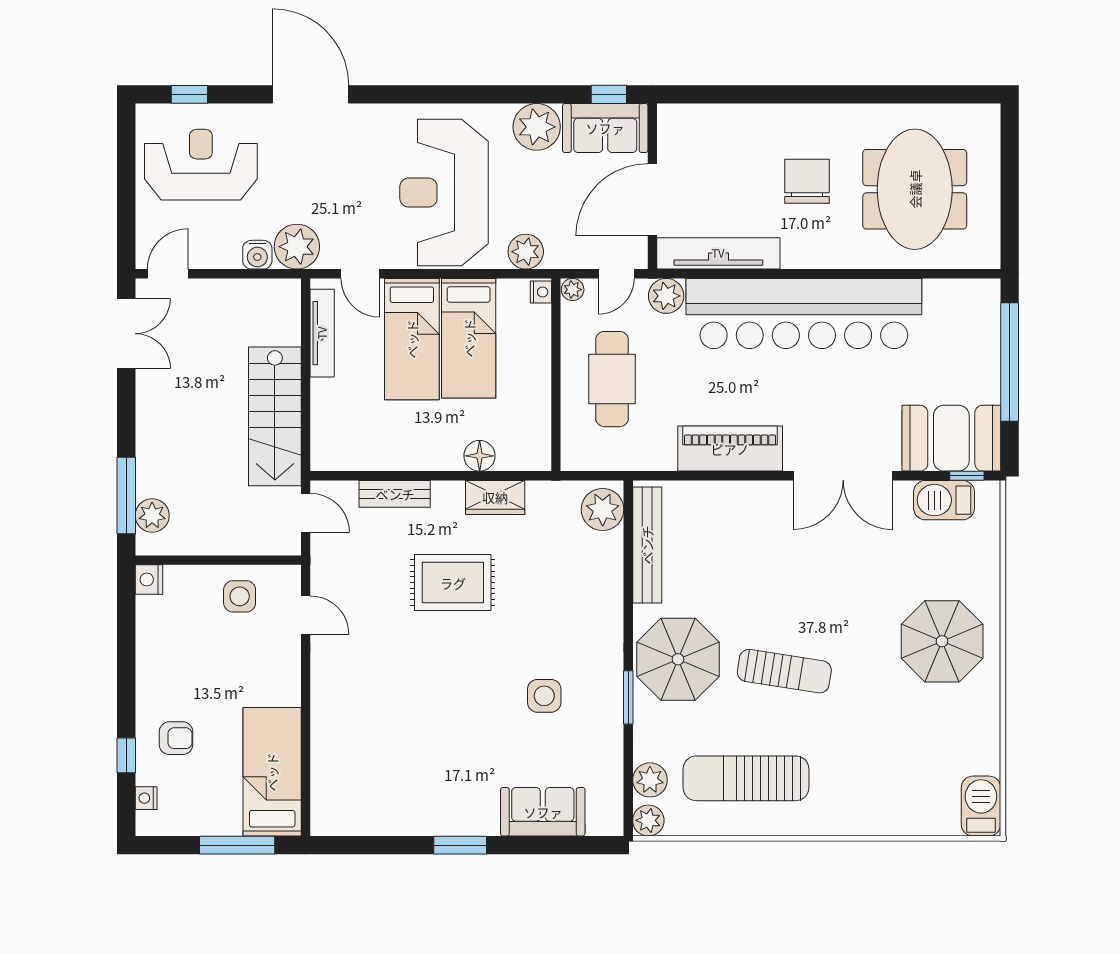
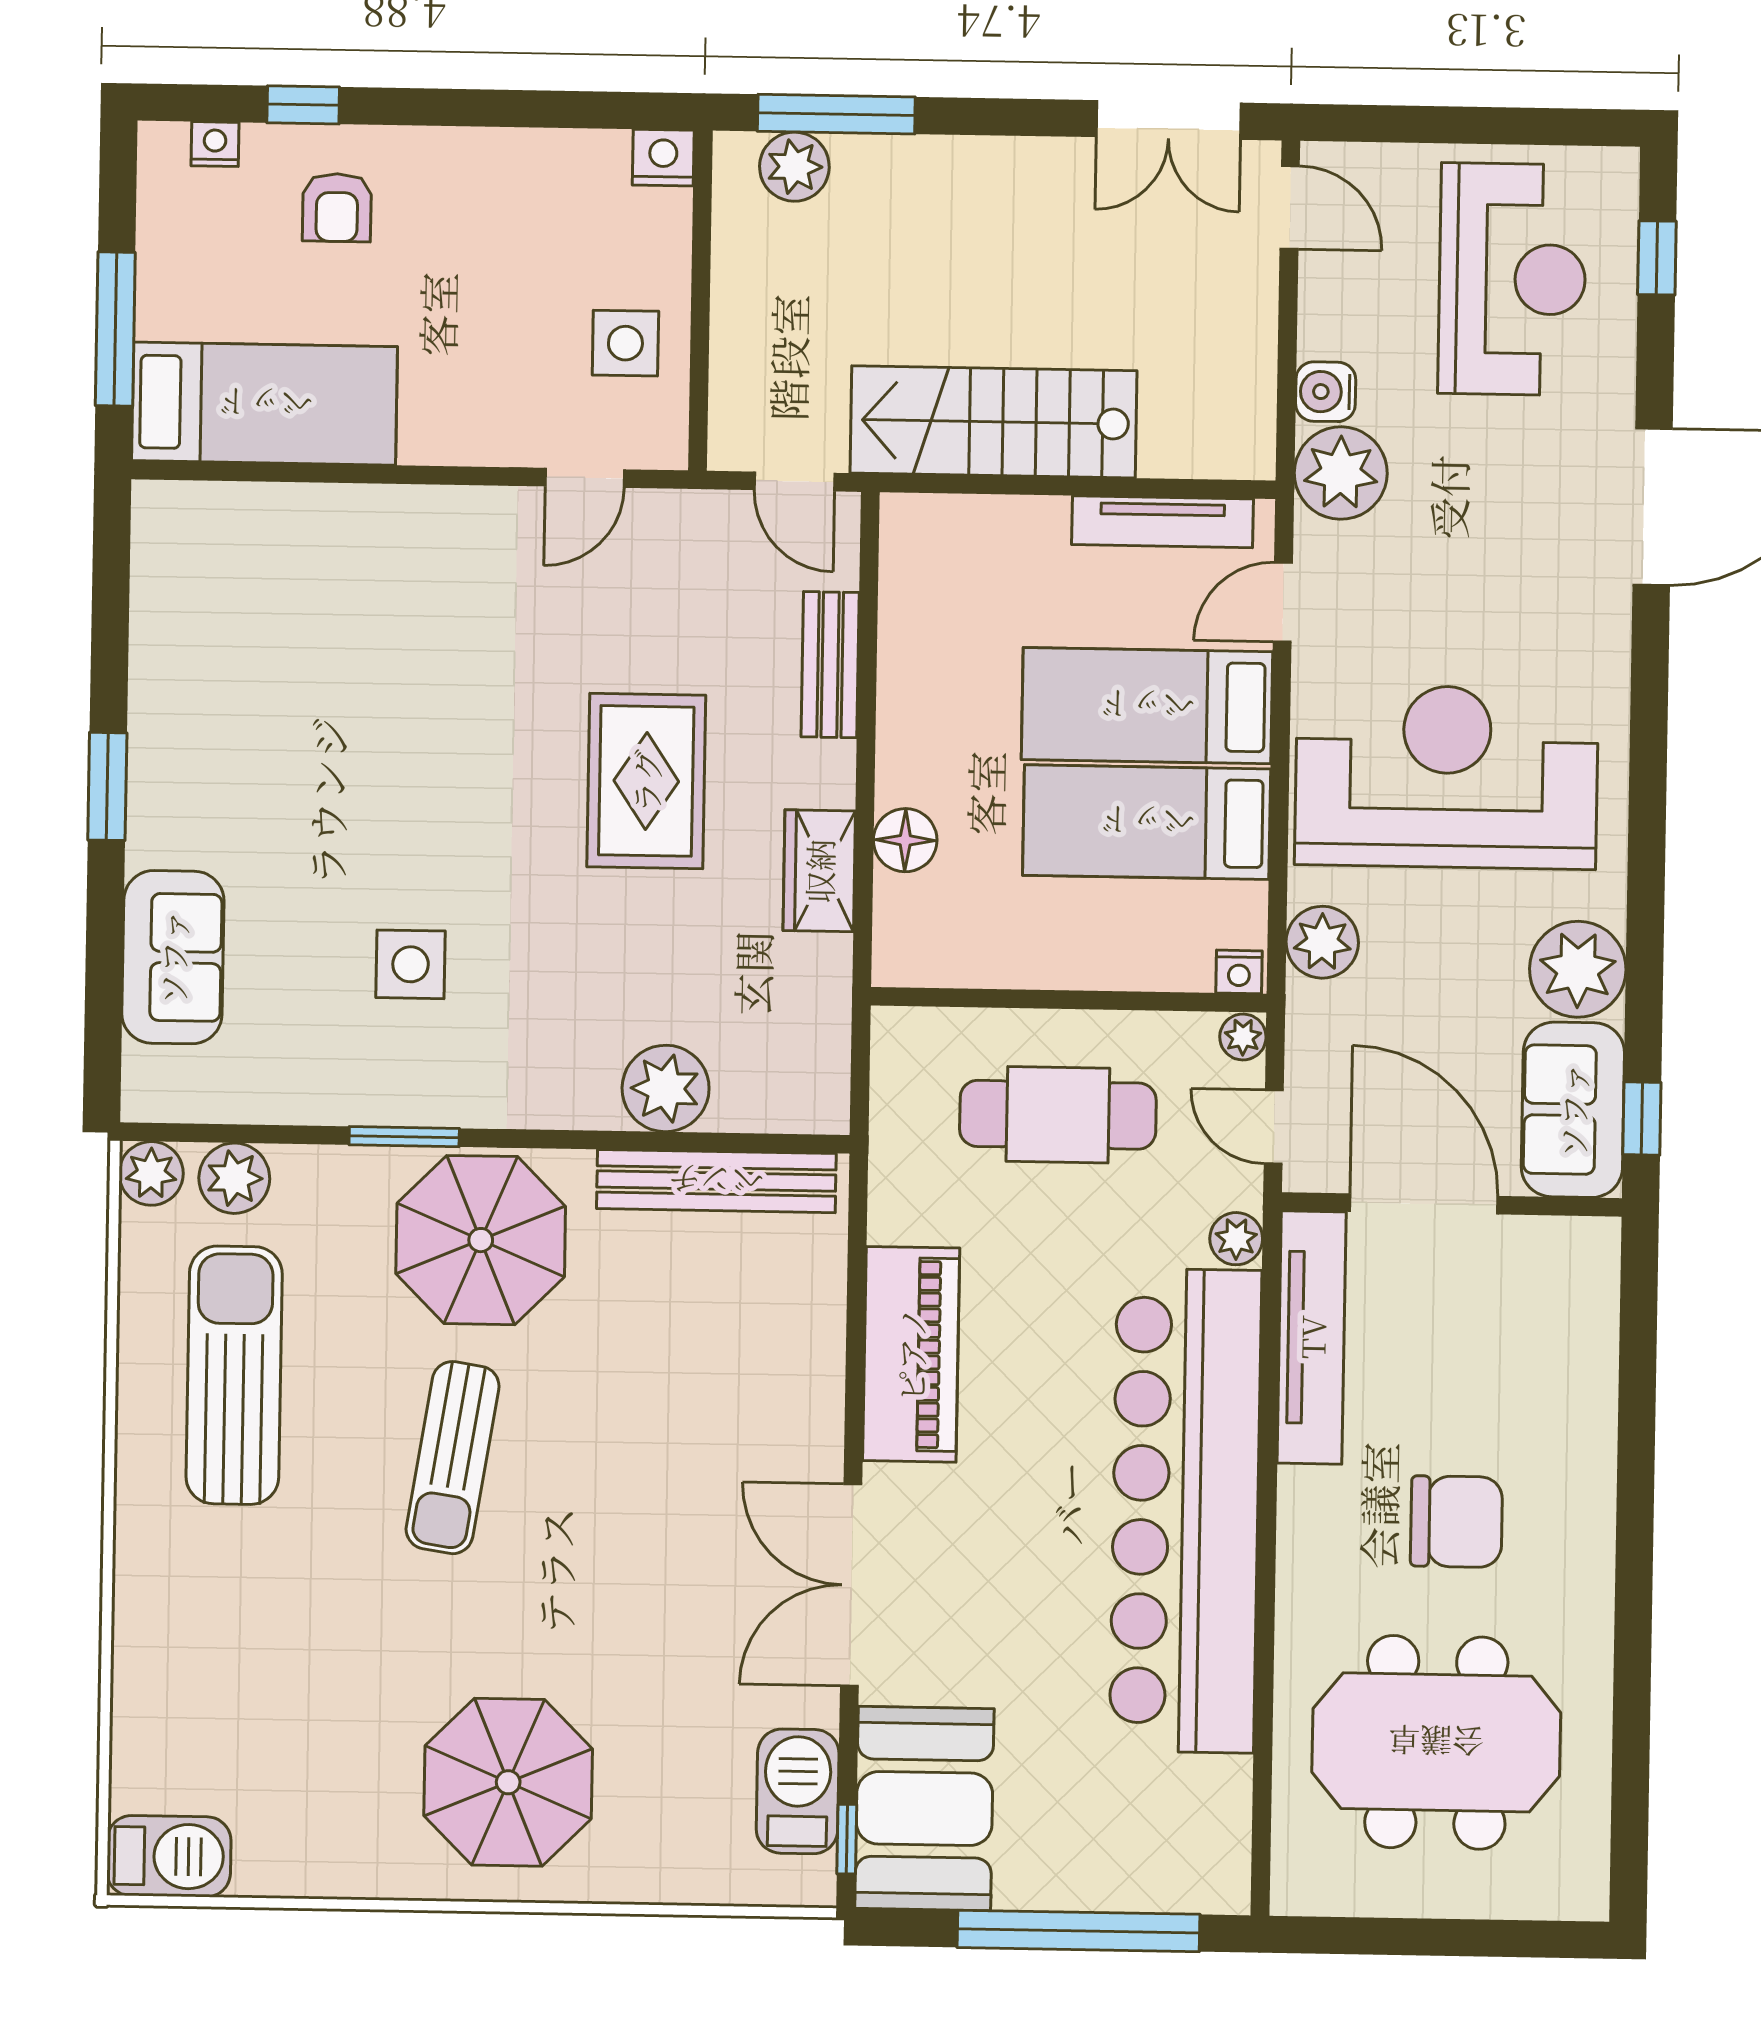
plant: (666, 296) -> (1236, 1239), width x0.73, depth x0.73
plant: (603, 509) -> (666, 1088), moved
door: (306, 513) -> (794, 482), hinge flipped

